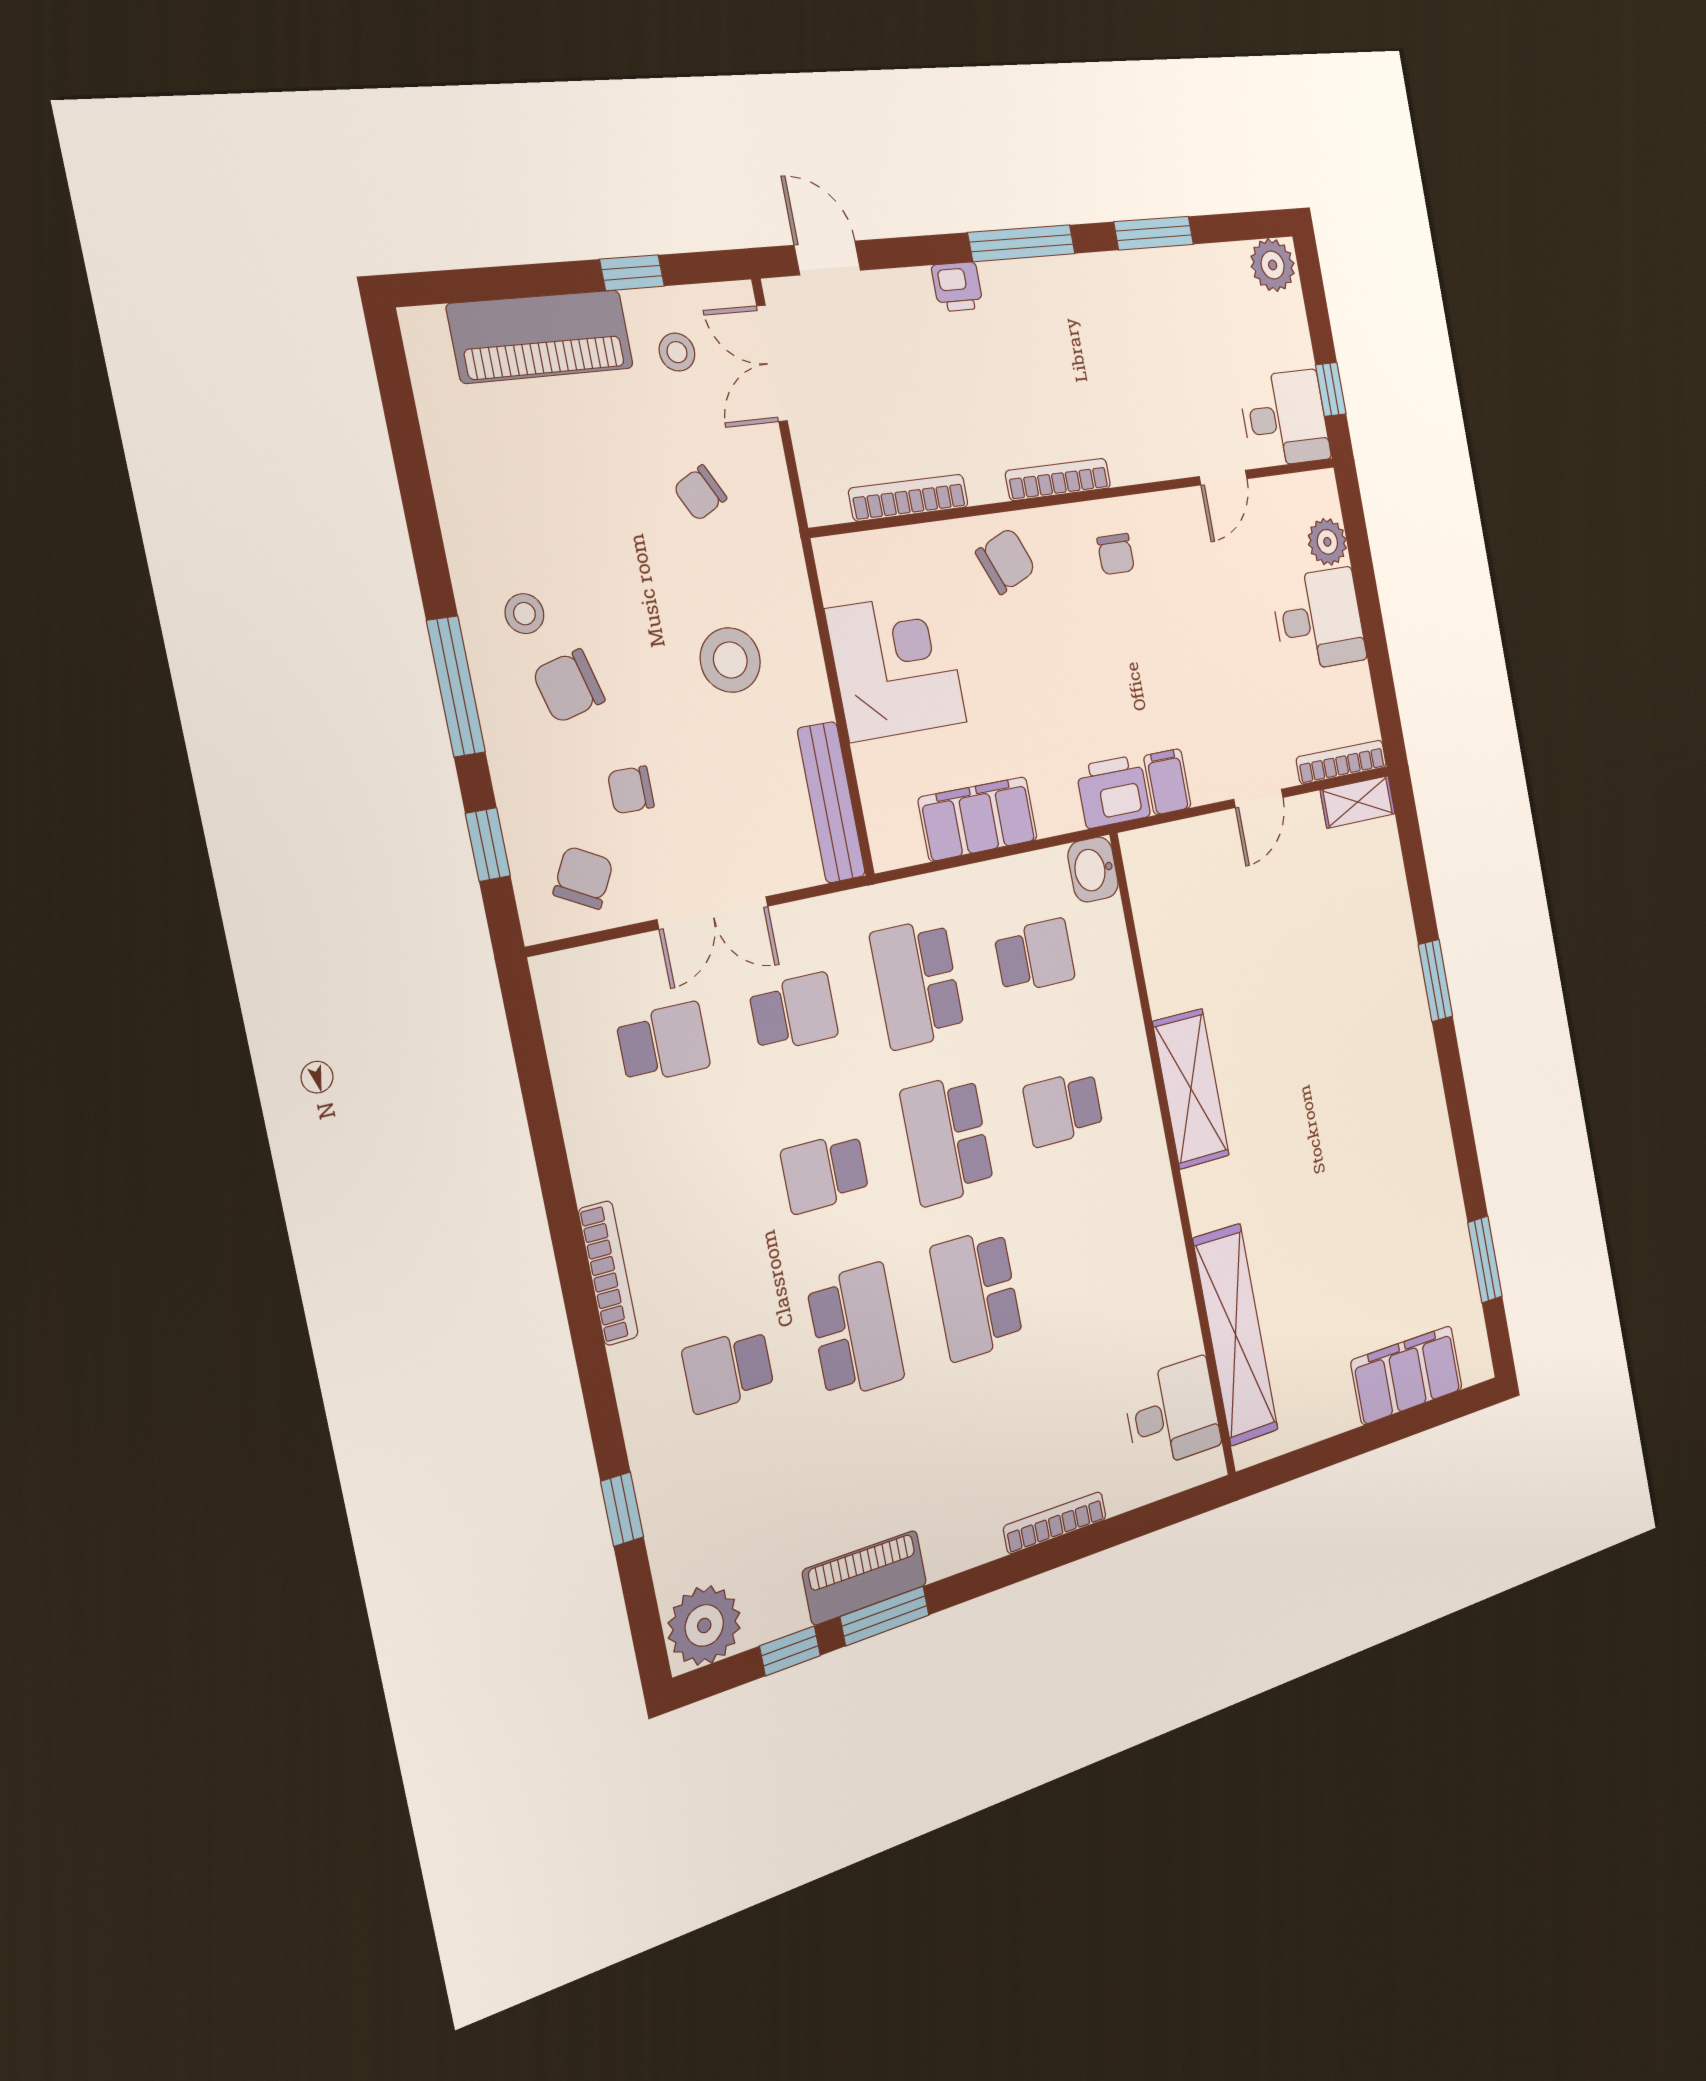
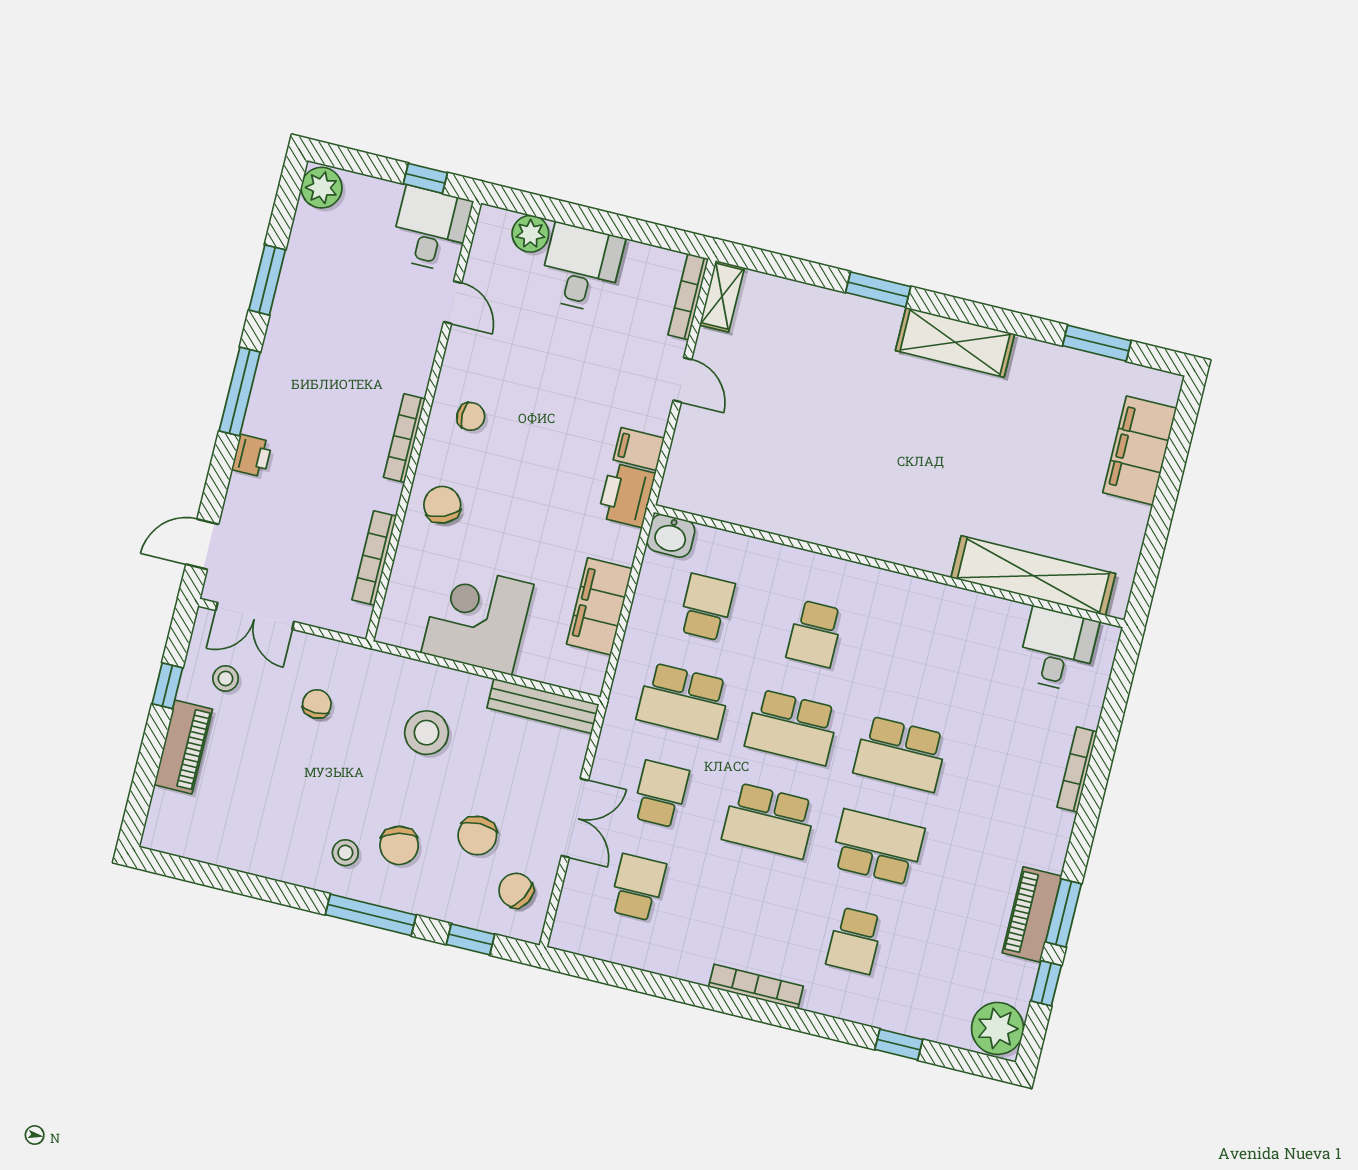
piano: (541, 336) -> (183, 747), width x0.73, depth x0.75
chair: (700, 493) -> (317, 704), turned -152
chair: (631, 790) -> (477, 836), width x1.37, depth x1.37
shelving: (1191, 1089) -> (955, 342), moved
school desk: (825, 1172) -> (769, 821), width x1.85

